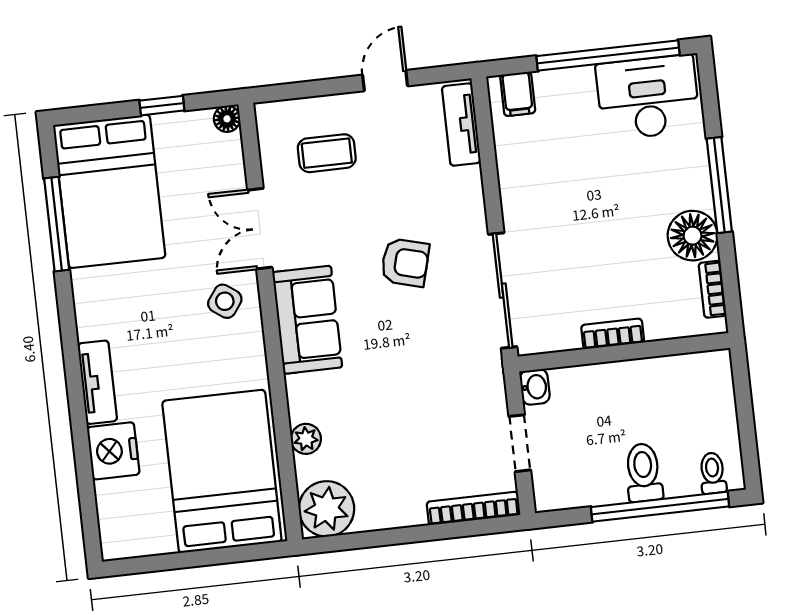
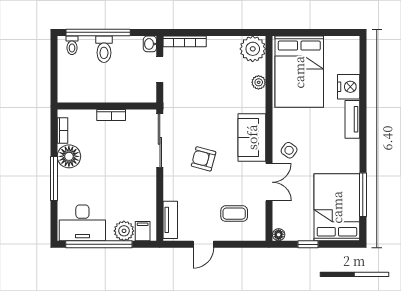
plant: (557, 90) -> (124, 231), added
washbasin: (535, 387) -> (150, 44), moved

